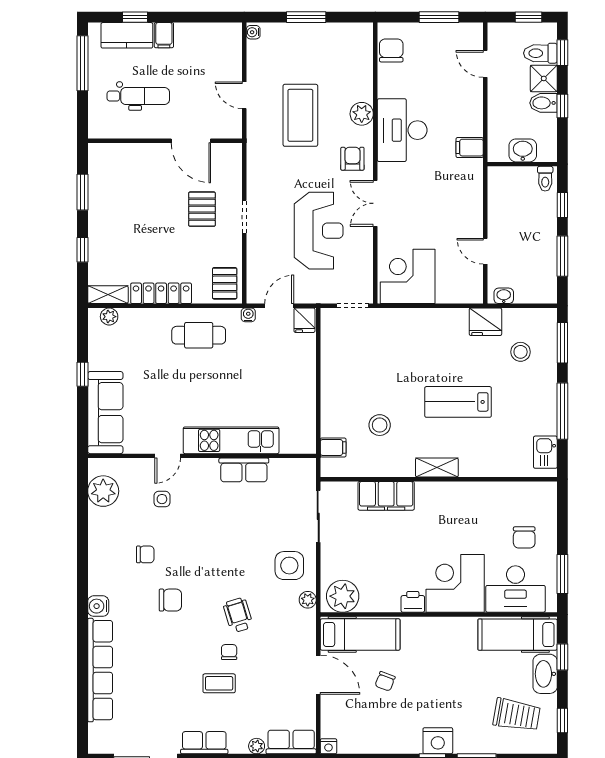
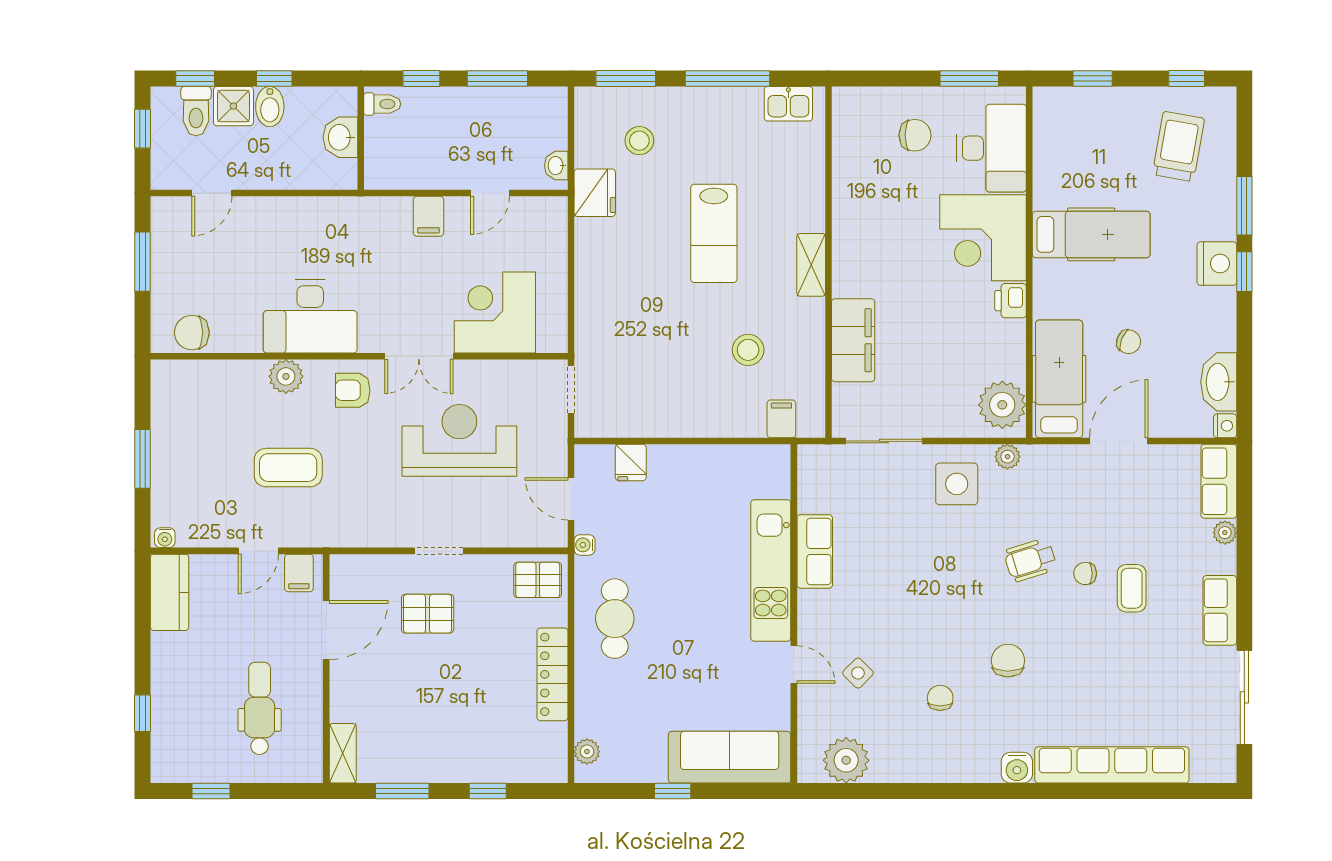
kitchen counter: (127, 35) -> (169, 592), moved
filing cabinet: (164, 35) -> (299, 573), moved, turned 90
window: (83, 63) -> (211, 791), width x0.46
coffee table: (300, 115) -> (288, 468), width x0.73, depth x0.76
filing cabinet: (470, 148) -> (428, 216), moved
corner desk: (408, 276) -> (495, 313), moved, turned 90
shelving: (108, 295) -> (343, 753), moved
fridge: (304, 320) -> (631, 462), moved, turned 90
side table: (162, 499) -> (858, 673), turned 45
hospital bed: (518, 635) -> (1091, 234), moved, turned -90
washbasin: (545, 674) -> (1219, 382), moved, turned 90

